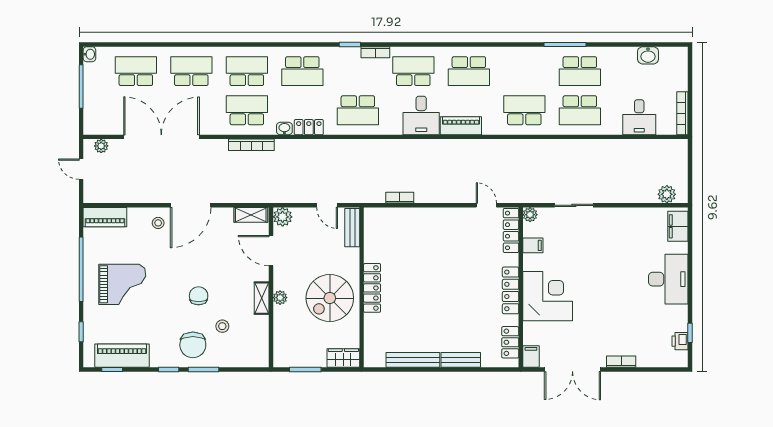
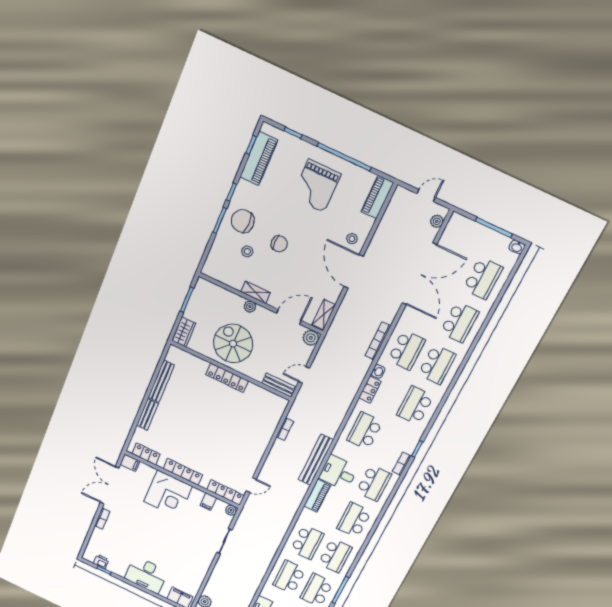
school desk: (524, 71) -> (335, 556), added
bench: (419, 147) -> (316, 460), added

